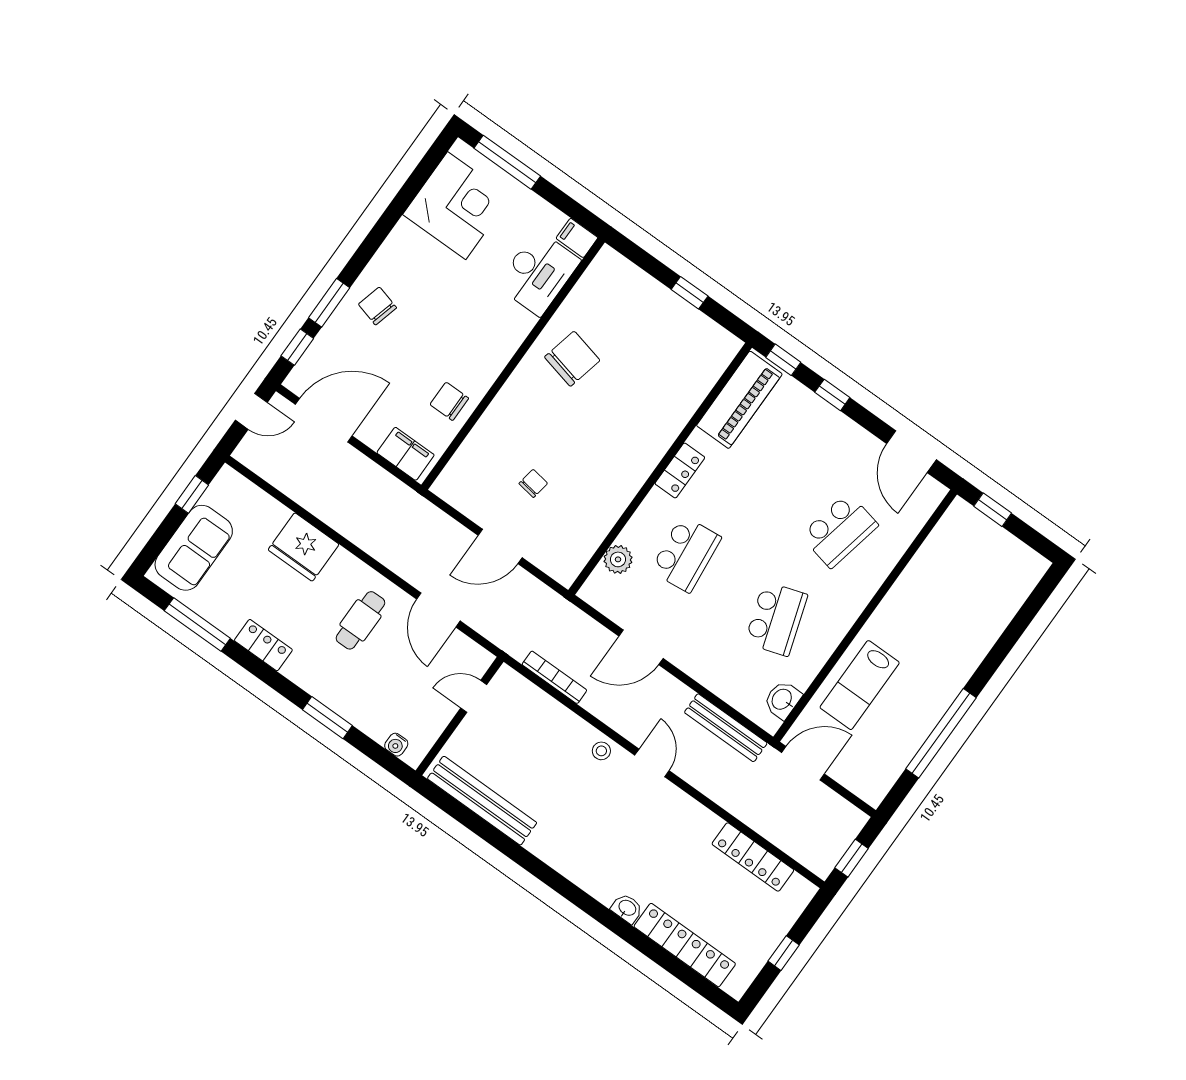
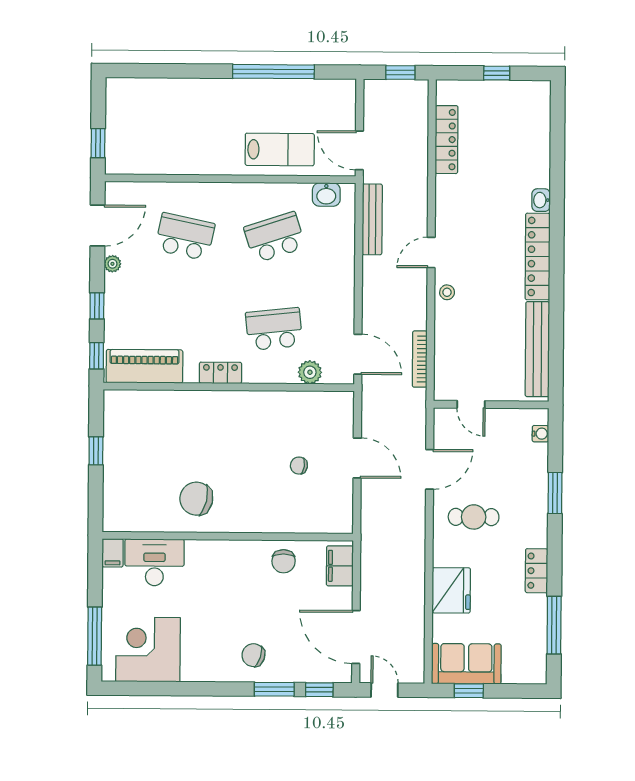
chair: (377, 306) -> (253, 655), turned 93
plant: (863, 440) -> (112, 264), added
sofa: (194, 548) -> (466, 664), moved
door: (641, 647) -> (358, 354), moved
locker: (685, 945) -> (538, 257), moved

